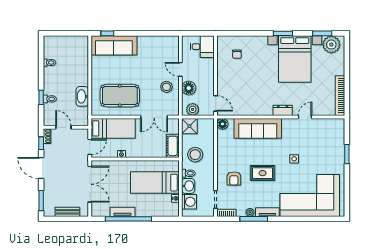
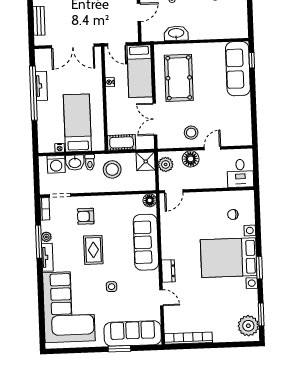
bed with nightstands: (295, 59) -> (229, 258), moved
sofa: (334, 142) -> (133, 333), added

